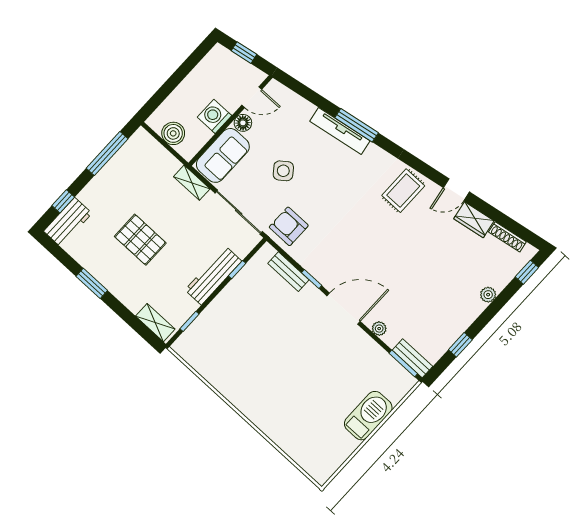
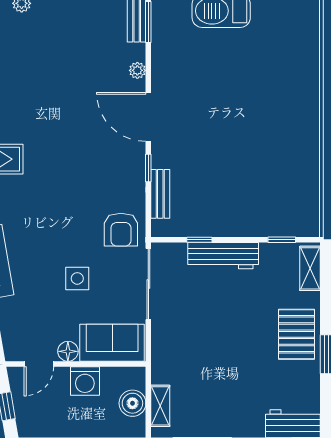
door: (252, 97) -> (39, 364), swing flipped
side table: (283, 171) -> (77, 278), turned 37
shelving: (192, 183) -> (160, 406), moved
pallet: (140, 240) -> (296, 334), moved

